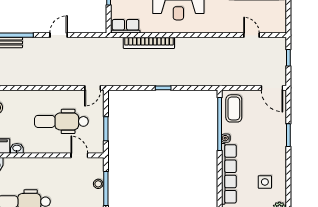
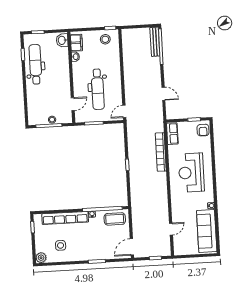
door: (59, 35) -> (163, 94), moved
door: (93, 88) -> (124, 111), hinge flipped
dental chair: (61, 121) -> (98, 89), turned 180

